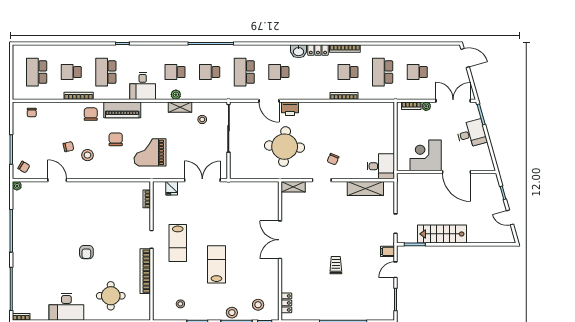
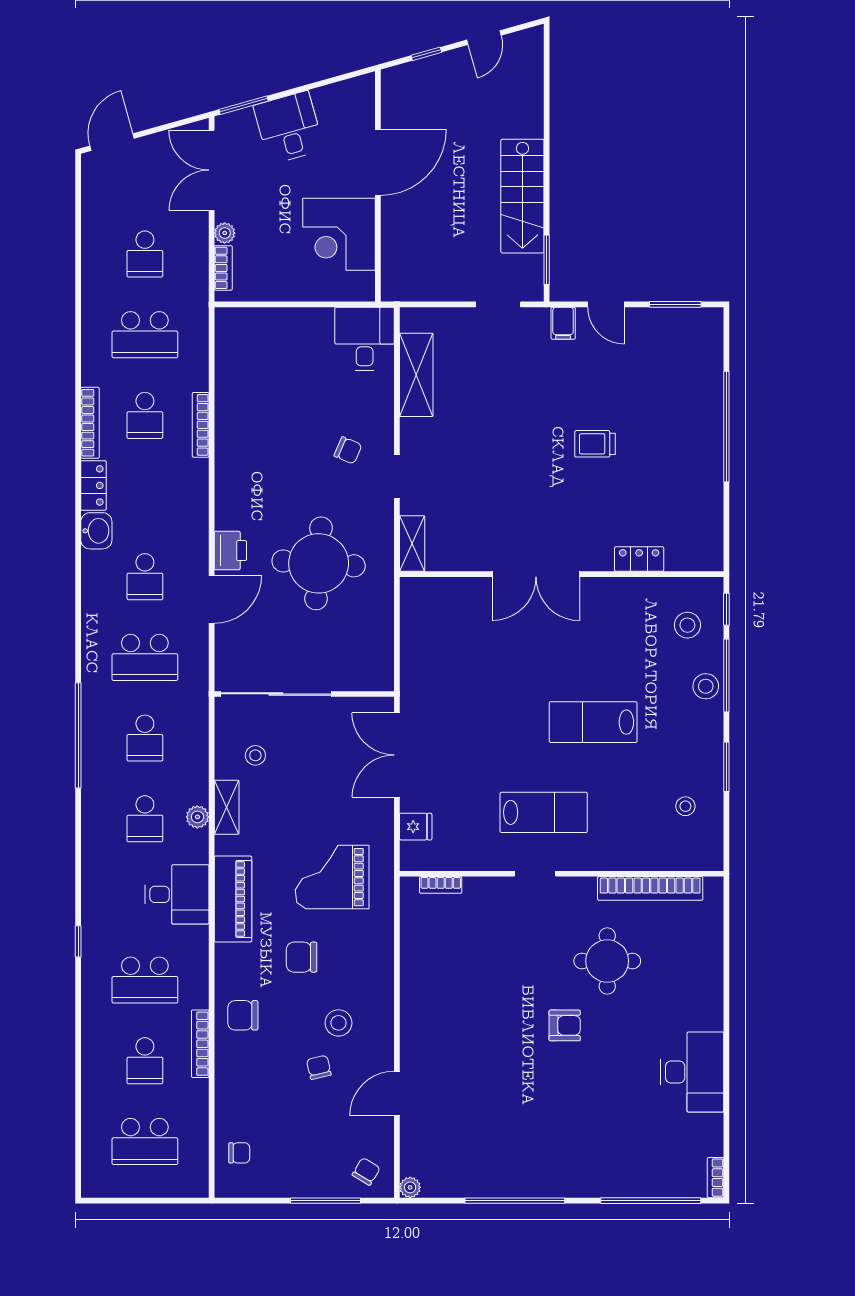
piano: (122, 110) -> (233, 899), moved
grand piano: (150, 152) -> (332, 877), turned 90
bookcase: (145, 271) -> (650, 888), moved
round table: (111, 296) -> (607, 961), moved
locker: (286, 303) -> (639, 559), moved

